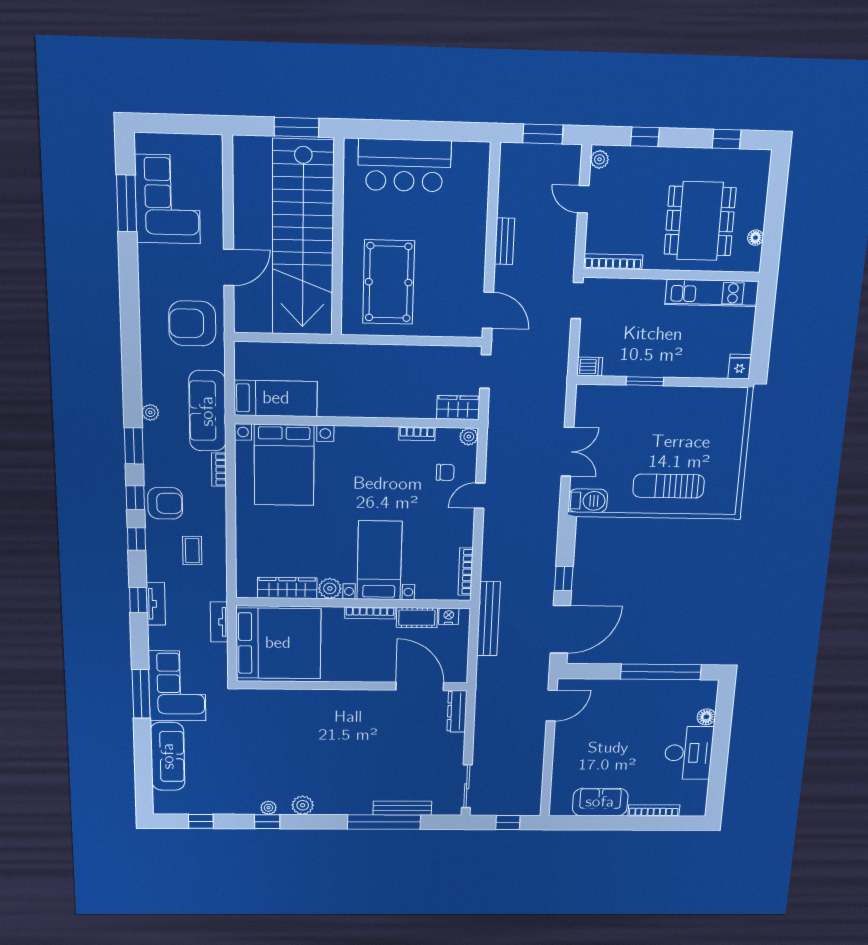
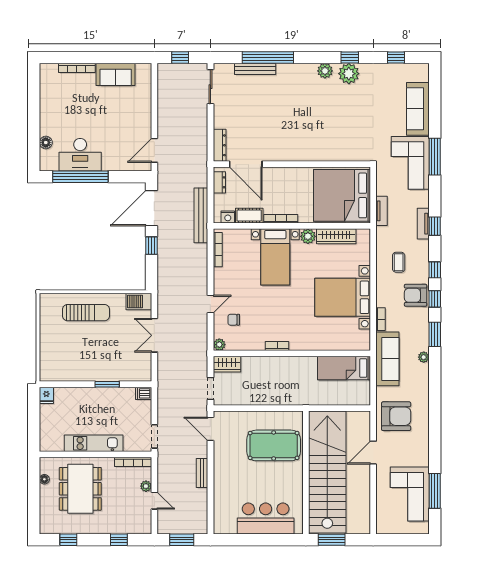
plant: (599, 159) -> (146, 486), moved
pool table: (389, 282) -> (274, 445), turned 90
kitchen unit: (712, 293) -> (94, 443), moved
bookcase: (417, 434) -> (277, 346), moved
bed with nightstands: (284, 465) -> (343, 297), moved, turned -90
dresser: (459, 663) -> (219, 182), added
desk: (689, 753) -> (80, 155), moved, turned -90
plant: (268, 808) -> (349, 74), width x1.87, depth x1.87

